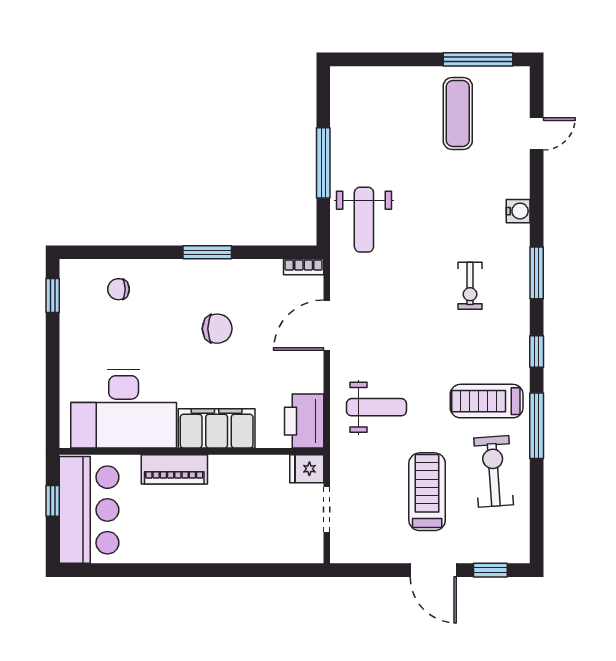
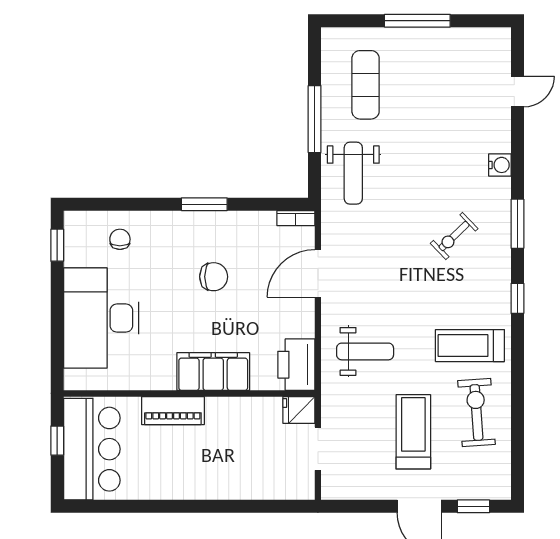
window: (478, 59) -> (417, 21), moved
exercise mat: (458, 113) -> (366, 85), moved
exercise bike: (470, 286) -> (454, 236), turned 46
chair: (119, 289) -> (120, 239), turned 90
desk: (124, 409) -> (101, 318), moved, turned 90
window: (537, 426) -> (517, 369), removed

